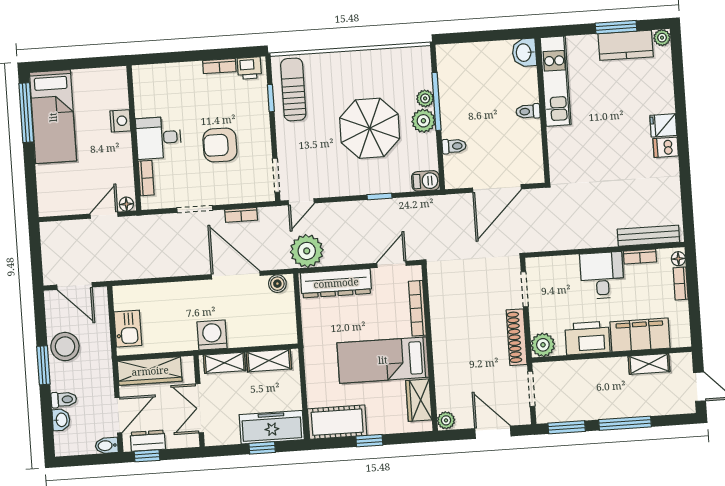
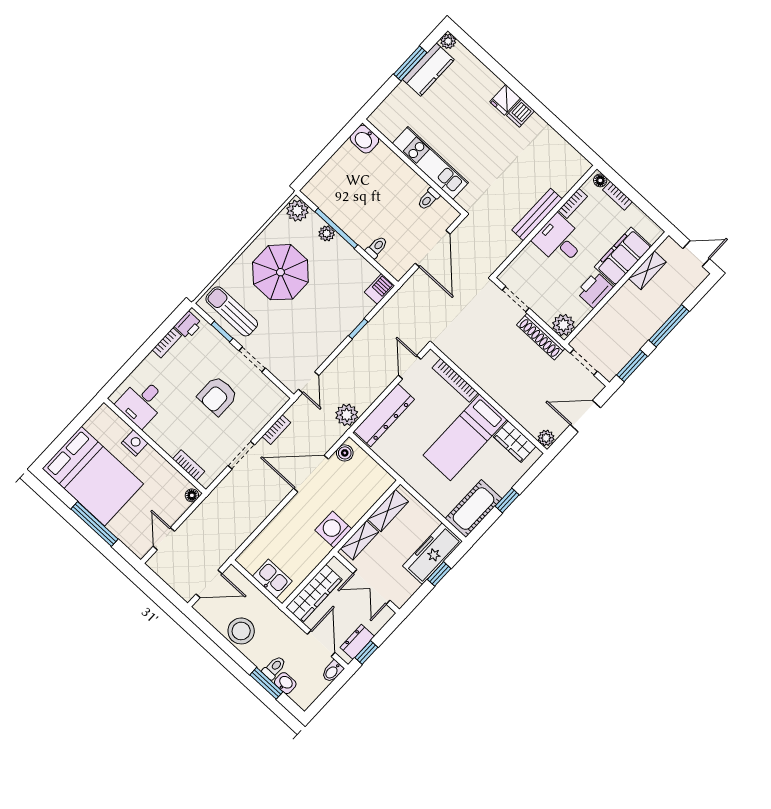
kitchen unit: (556, 81) -> (430, 163), moved
toilet: (528, 111) -> (429, 199), moved
window: (26, 113) -> (94, 524), moved
bed: (53, 117) -> (93, 476), width x1.50
plant: (423, 121) -> (297, 211), moved
parasol: (370, 128) -> (280, 272), moved
desk: (158, 138) -> (141, 402), moved
doorway: (276, 175) -> (252, 359), moved
door: (104, 215) -> (164, 539), moved
bench: (648, 236) -> (537, 214), moved
plant: (307, 251) -> (347, 415), width x0.73, depth x0.73
printer: (587, 338) -> (595, 290), width x0.73, depth x0.84
window: (43, 365) -> (266, 683), moved

